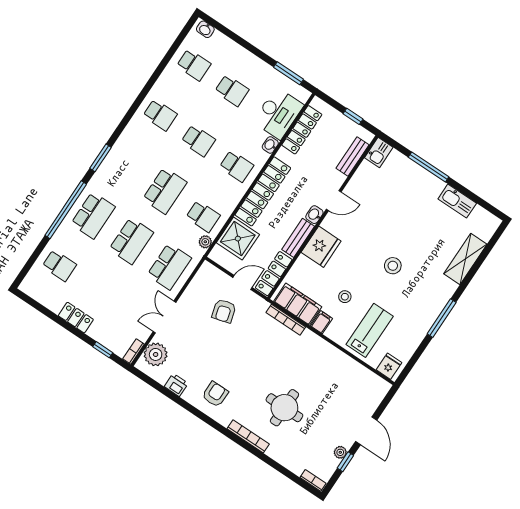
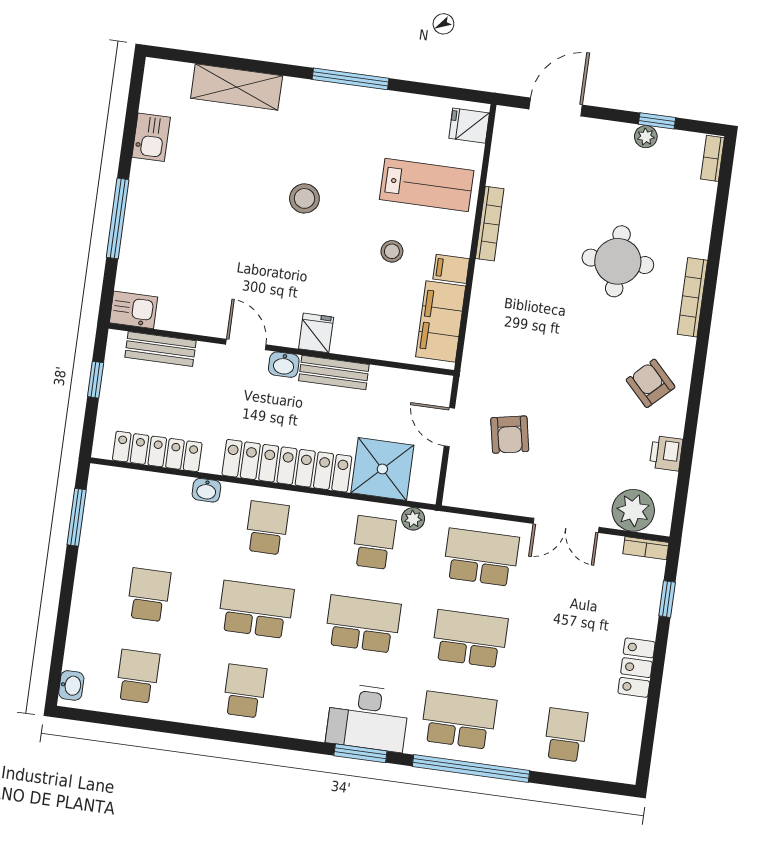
desk: (278, 113) -> (368, 717), moved, turned 180
school desk: (198, 141) -> (256, 609), width x1.85
kitchen sink: (457, 201) -> (151, 137), width x0.73
fridge: (321, 247) -> (316, 333), width x0.53, depth x0.75
locker: (274, 274) -> (411, 384), removed
armchair: (224, 311) -> (510, 435), turned 95
bookcase: (286, 320) -> (490, 224), moved
lab bench: (370, 330) -> (427, 185), turned 180
armchair: (215, 394) -> (651, 383), turned 46
door: (366, 431) -> (556, 107), moved

